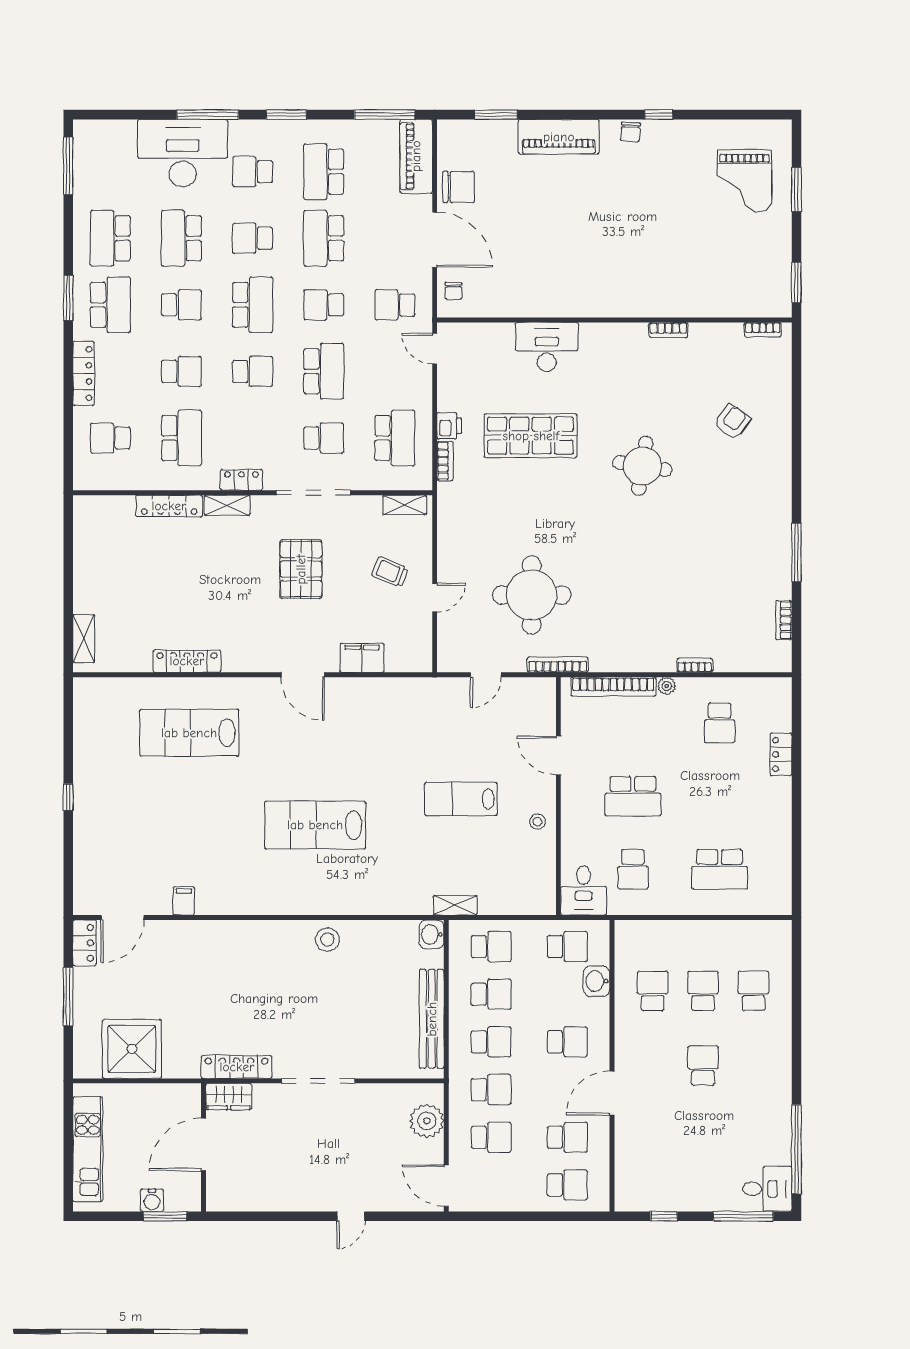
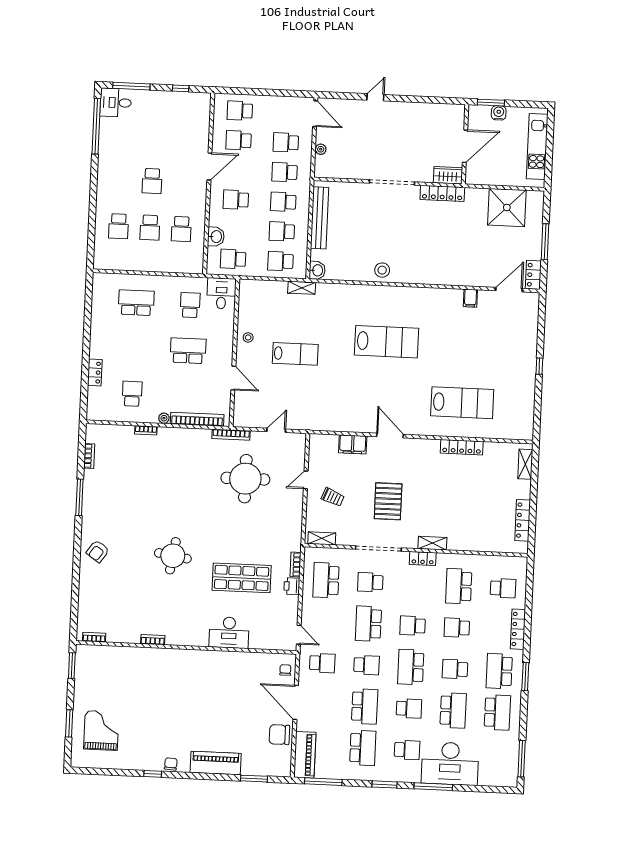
armchair: (732, 422) -> (98, 551), moved
locker: (169, 506) -> (523, 520), moved, turned -90
plant: (427, 1121) -> (321, 149), width x0.53, depth x0.53

